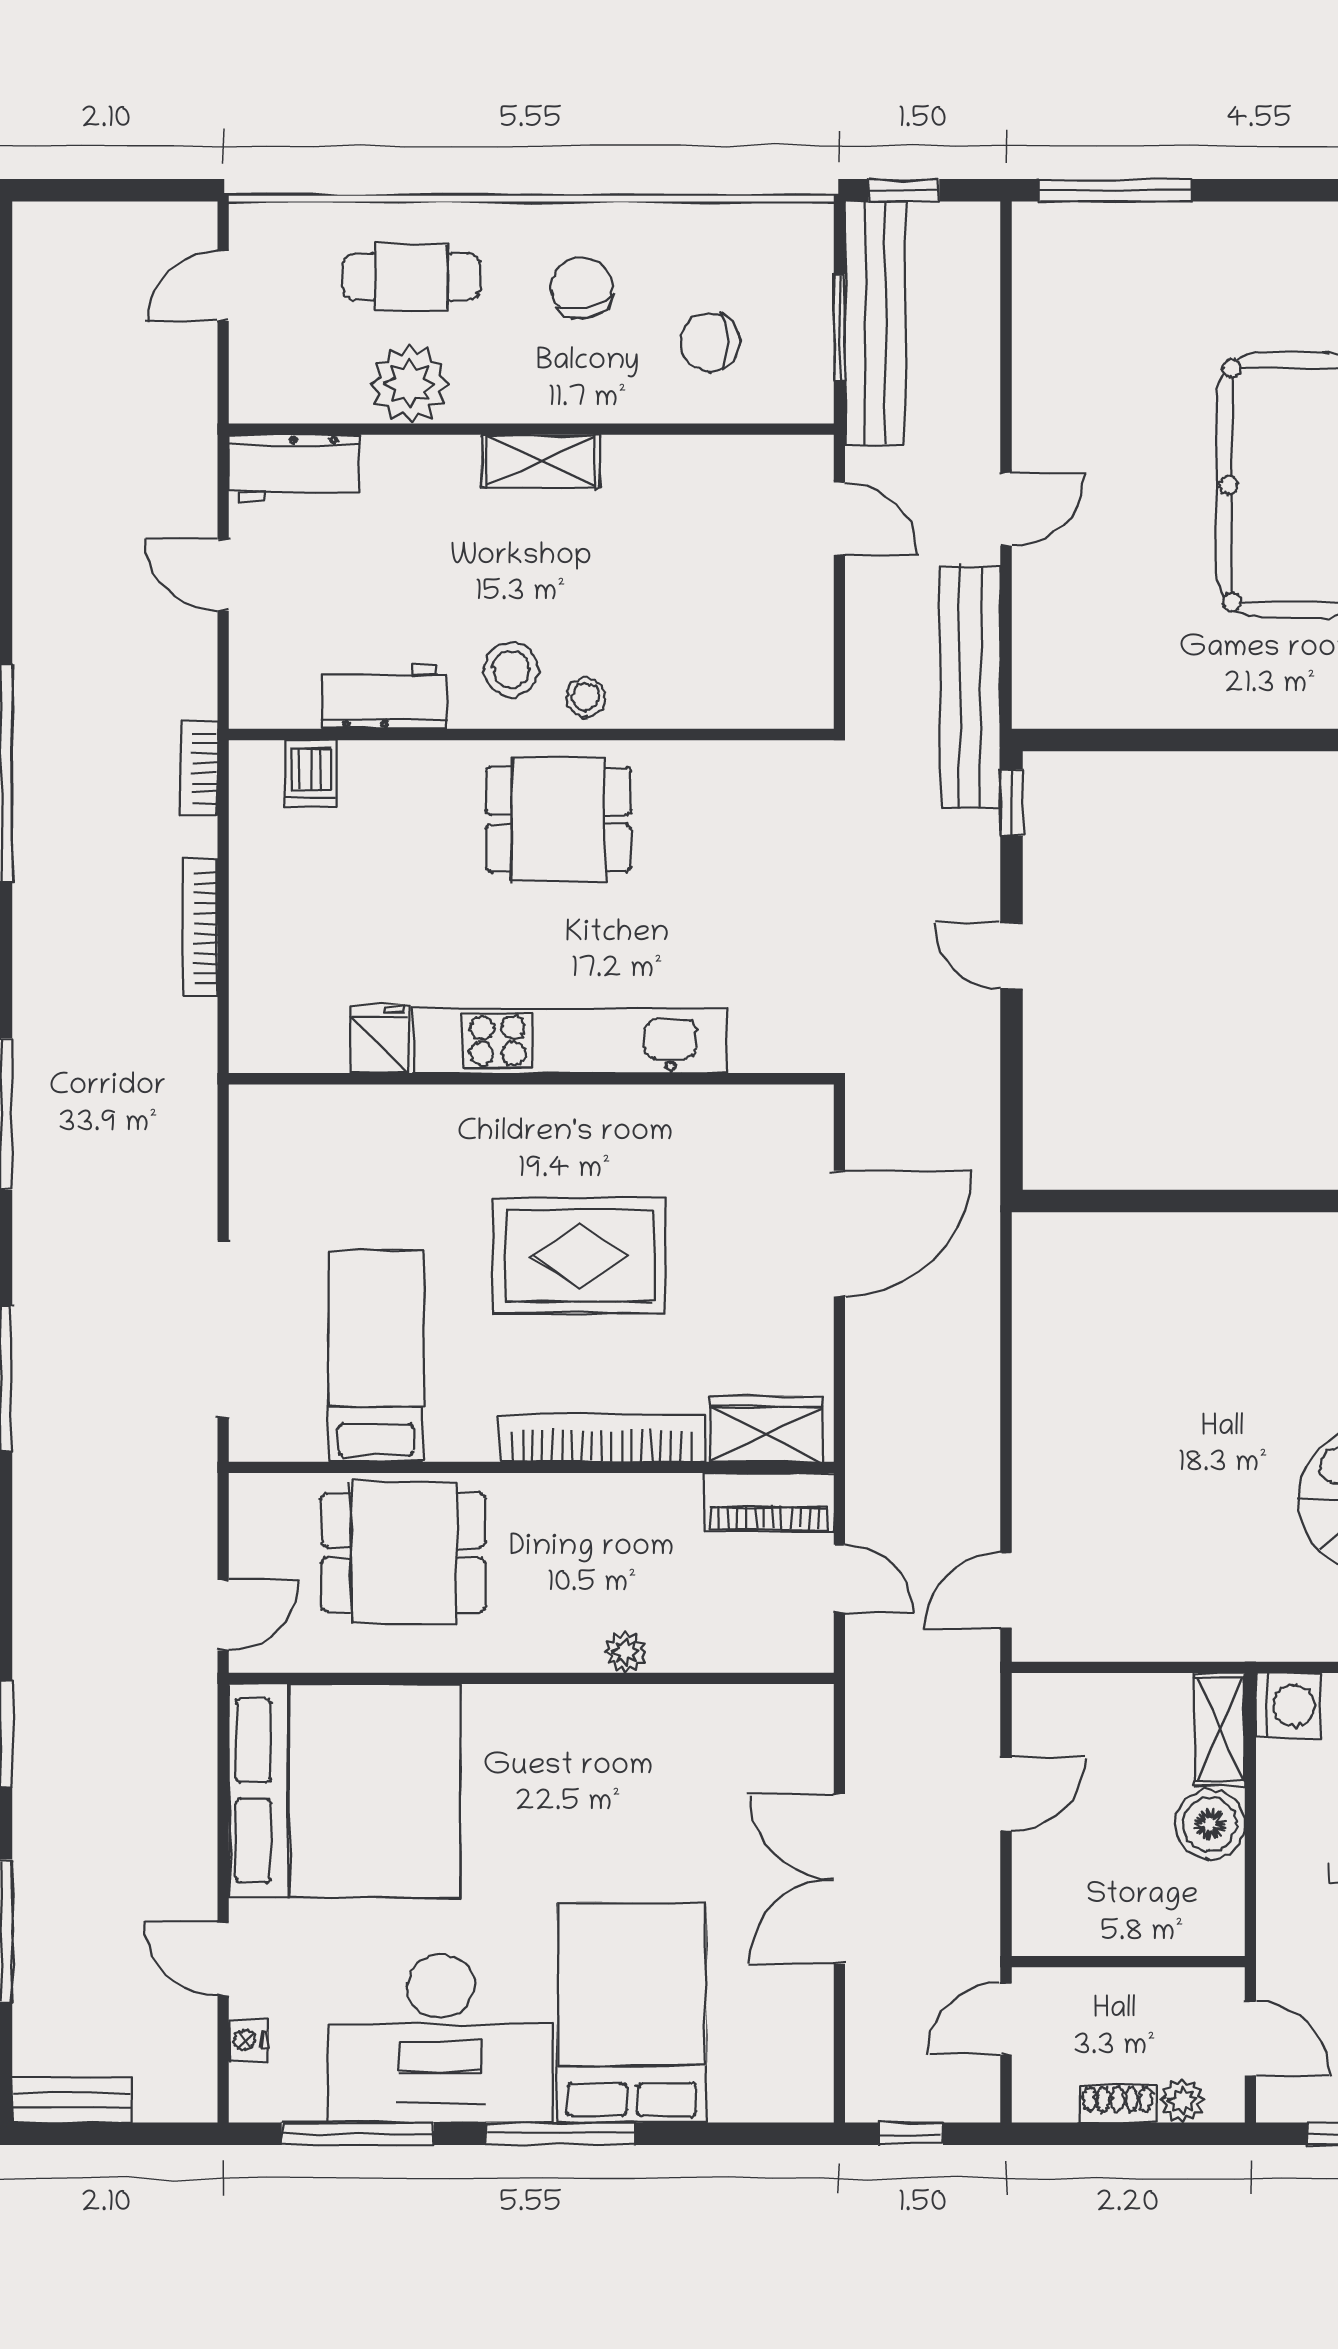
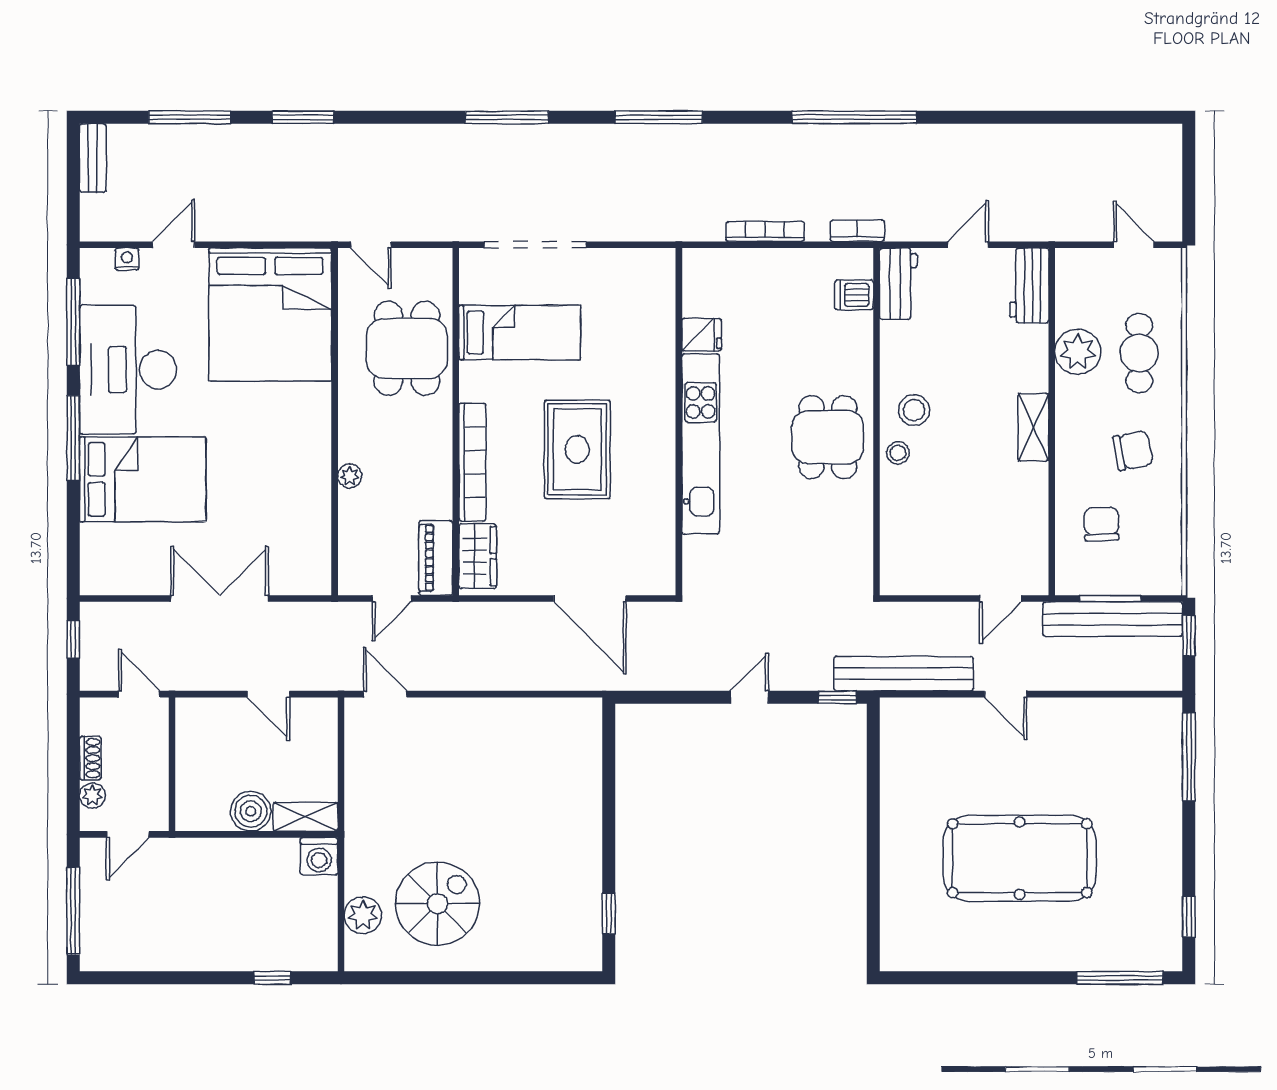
workbench: (384, 697) -> (898, 284), moved

